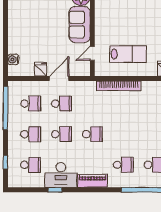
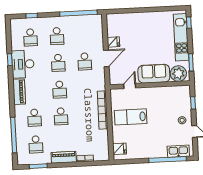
door: (92, 53) -> (130, 86), hinge flipped
lab bench: (128, 54) -> (131, 117), turned 90
water cooler: (13, 59) -> (121, 18), removed
door: (59, 79) -> (106, 58), hinge flipped
school desk: (31, 104) -> (61, 116), moved

